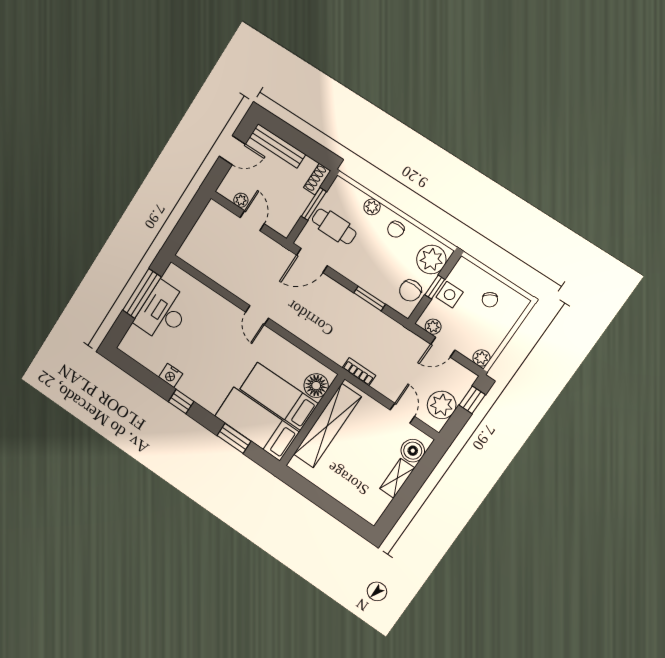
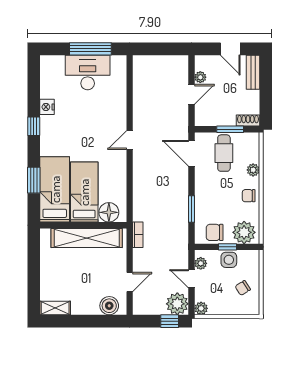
bench: (277, 146) -> (253, 72), width x0.73
plant: (442, 405) -> (177, 304), moved
shelving: (397, 478) -> (55, 308), moved

